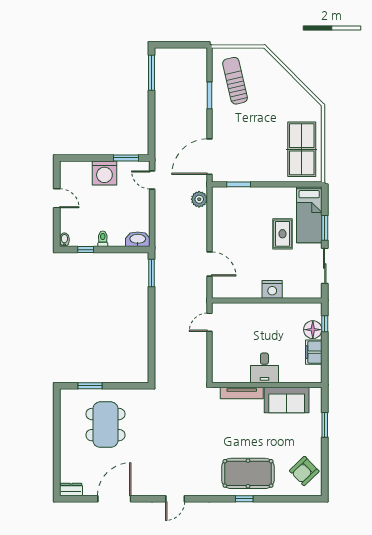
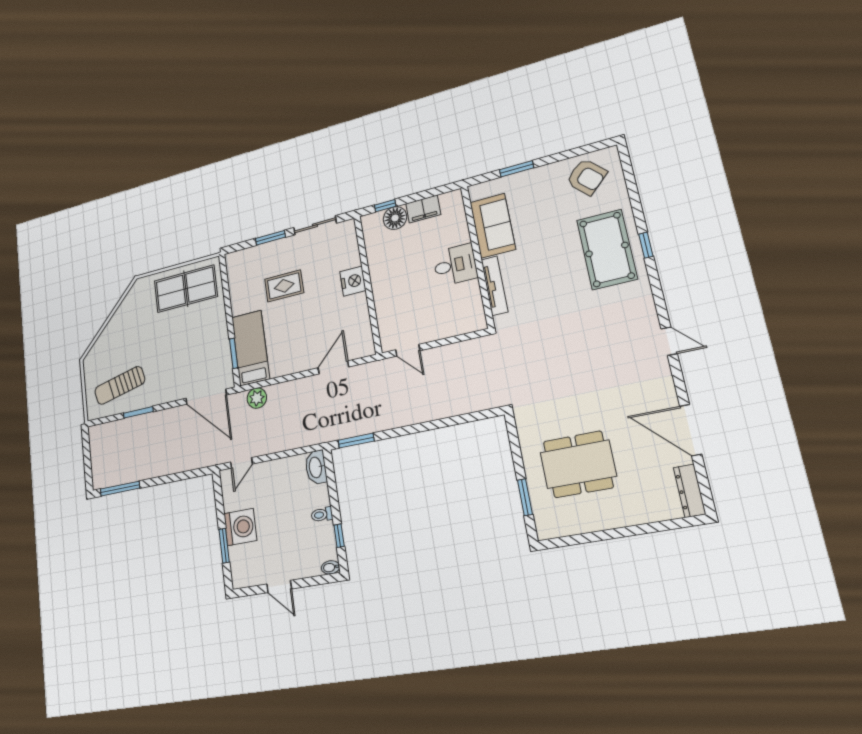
window: (126, 158) -> (224, 546), moved
door: (57, 198) -> (279, 586), swing flipped
bed: (309, 215) -> (250, 348), moved, turned -90
dresser: (71, 490) -> (690, 491), width x1.44

